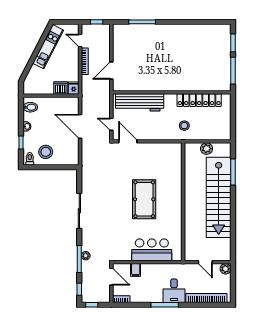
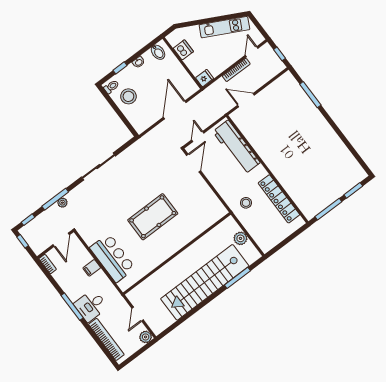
dishwasher: (61, 88) -> (183, 50), moved
filing cabinet: (136, 270) -> (92, 268), moved

